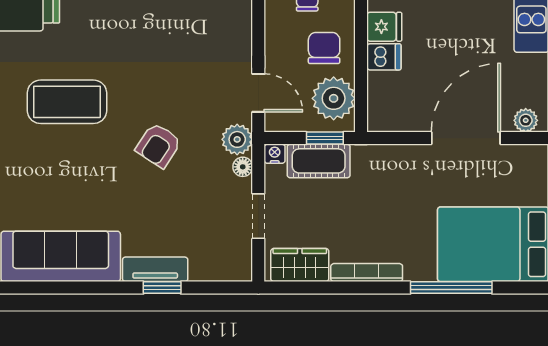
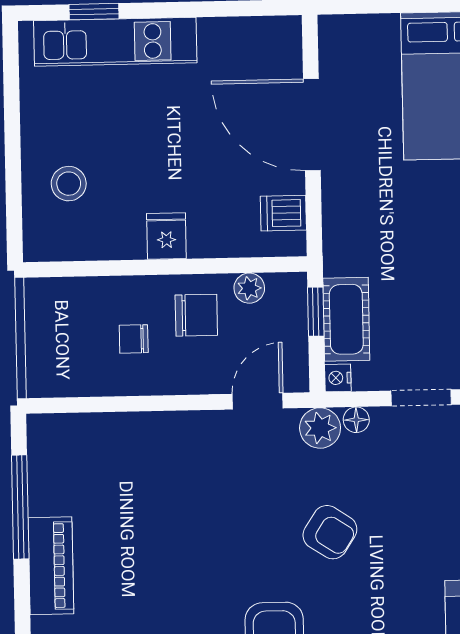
chair: (324, 48) -> (196, 315), turned 180
dishwasher: (384, 57) -> (283, 213), moved, turned -90
plant: (334, 98) -> (249, 288), width x0.53, depth x0.53
plant: (526, 120) -> (287, 46), removed

